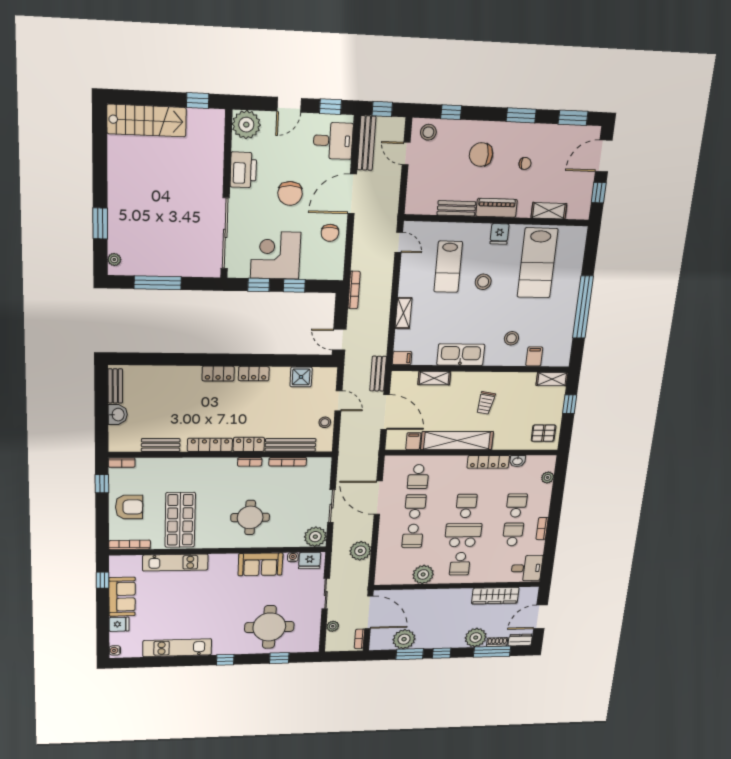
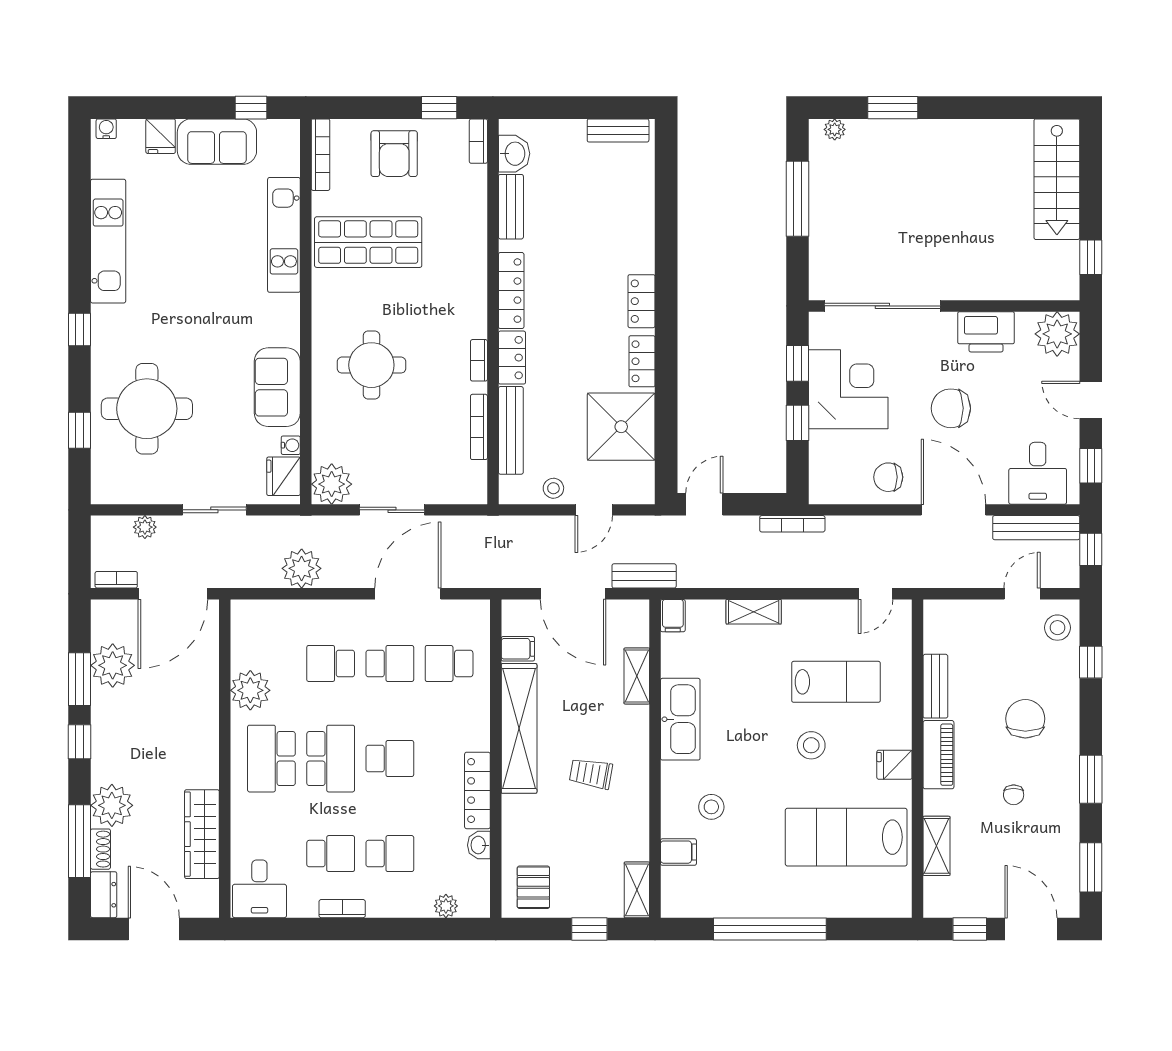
lab bench: (448, 267) -> (836, 682), turned 180
shower: (301, 377) -> (621, 427), width x1.86, depth x1.86
door: (385, 412) -> (573, 594), hinge flipped
washbasin: (118, 415) -> (514, 154), moved, turned -90
school desk: (460, 564) -> (271, 759), width x1.85

